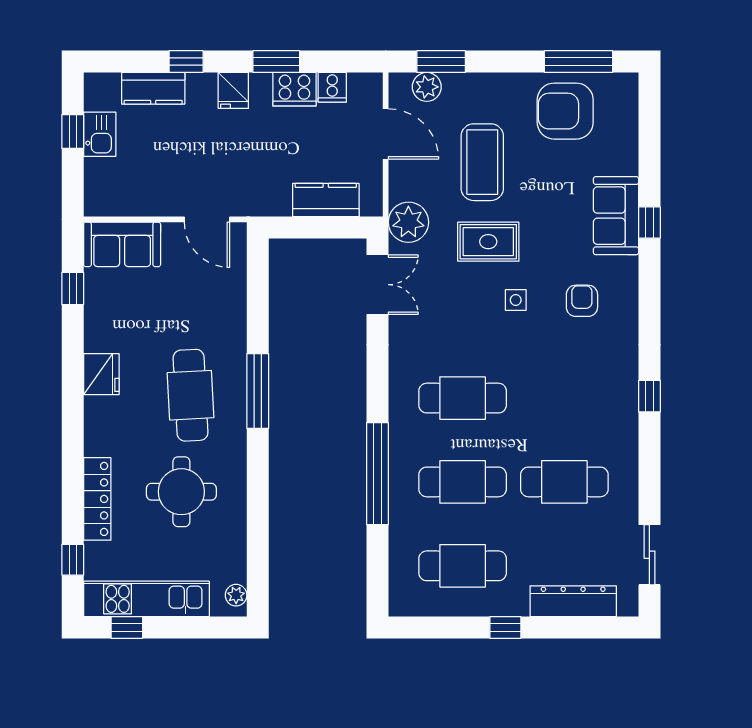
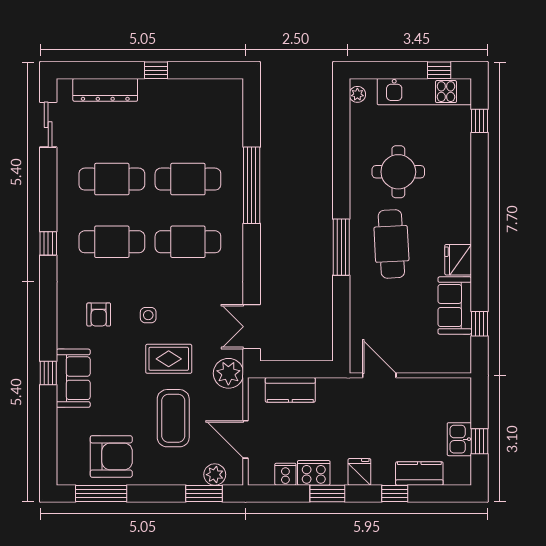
sofa: (122, 244) -> (455, 305), moved, turned -90
locker: (97, 499) -> (461, 166), removed
cafe table: (463, 566) -> (112, 242), moved

